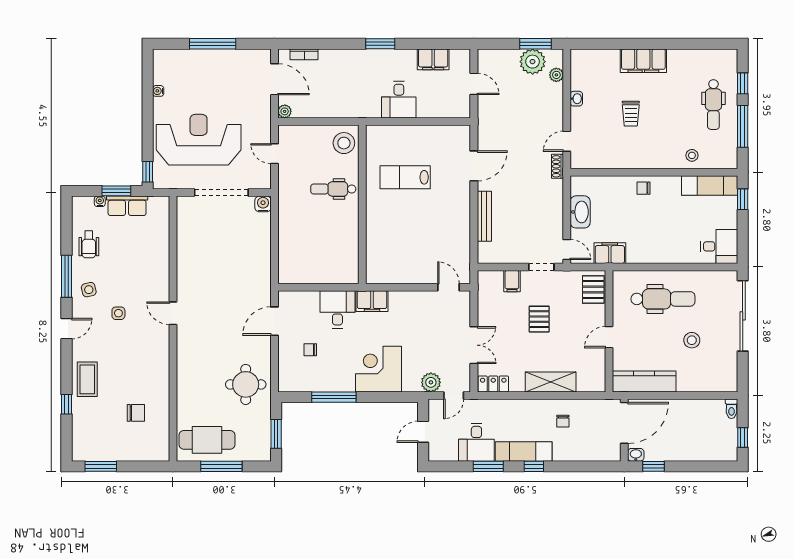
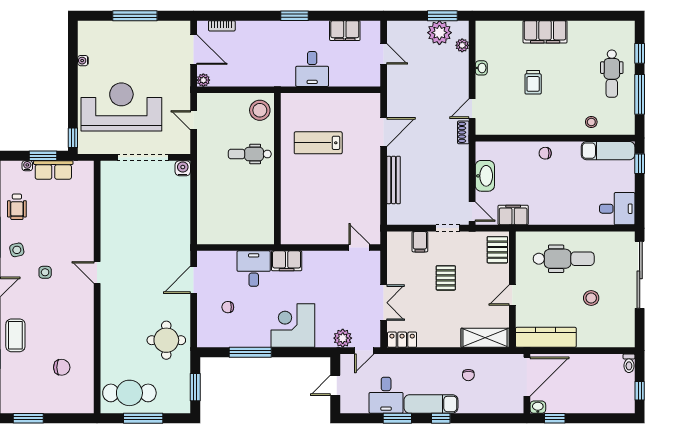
shelving: (551, 382) -> (485, 338), moved

